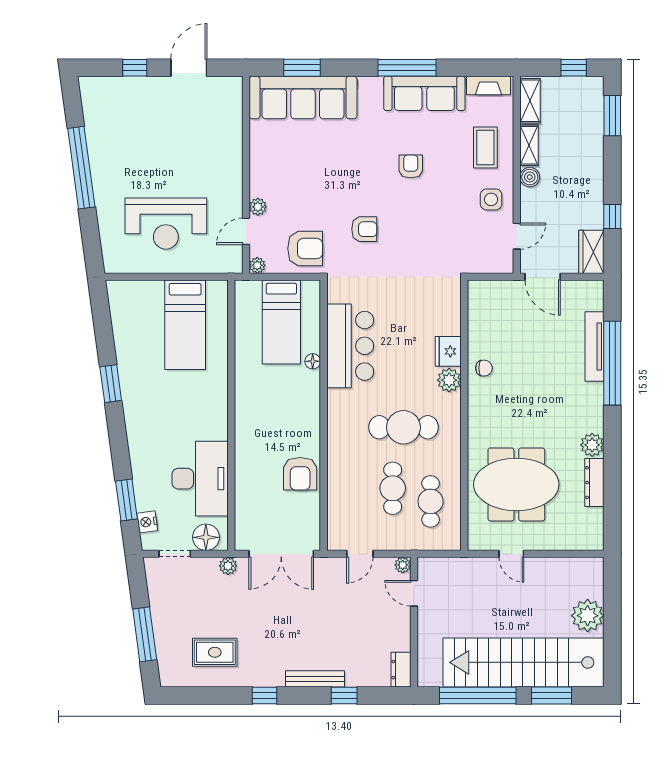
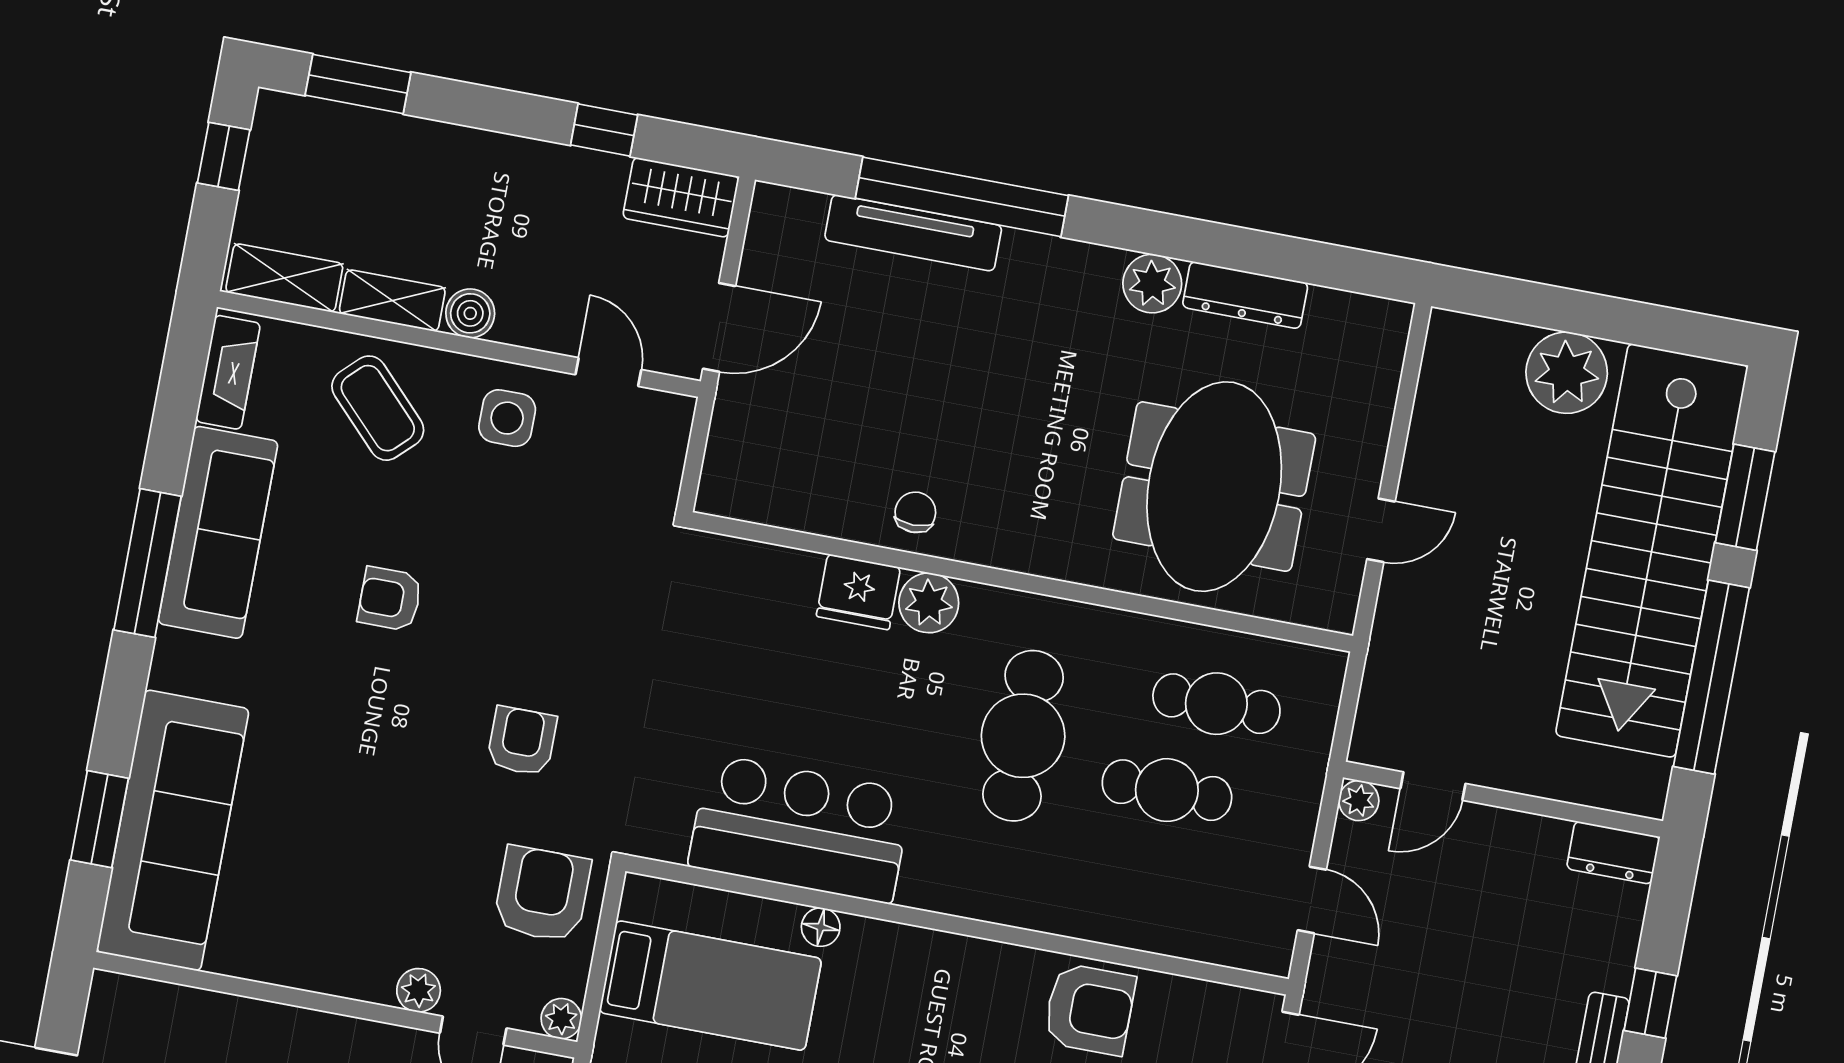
coffee table: (485, 147) -> (378, 408), turned 46

